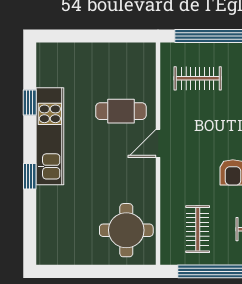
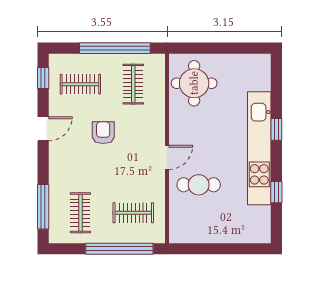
kitchen unit: (50, 136) -> (259, 148), width x1.36

